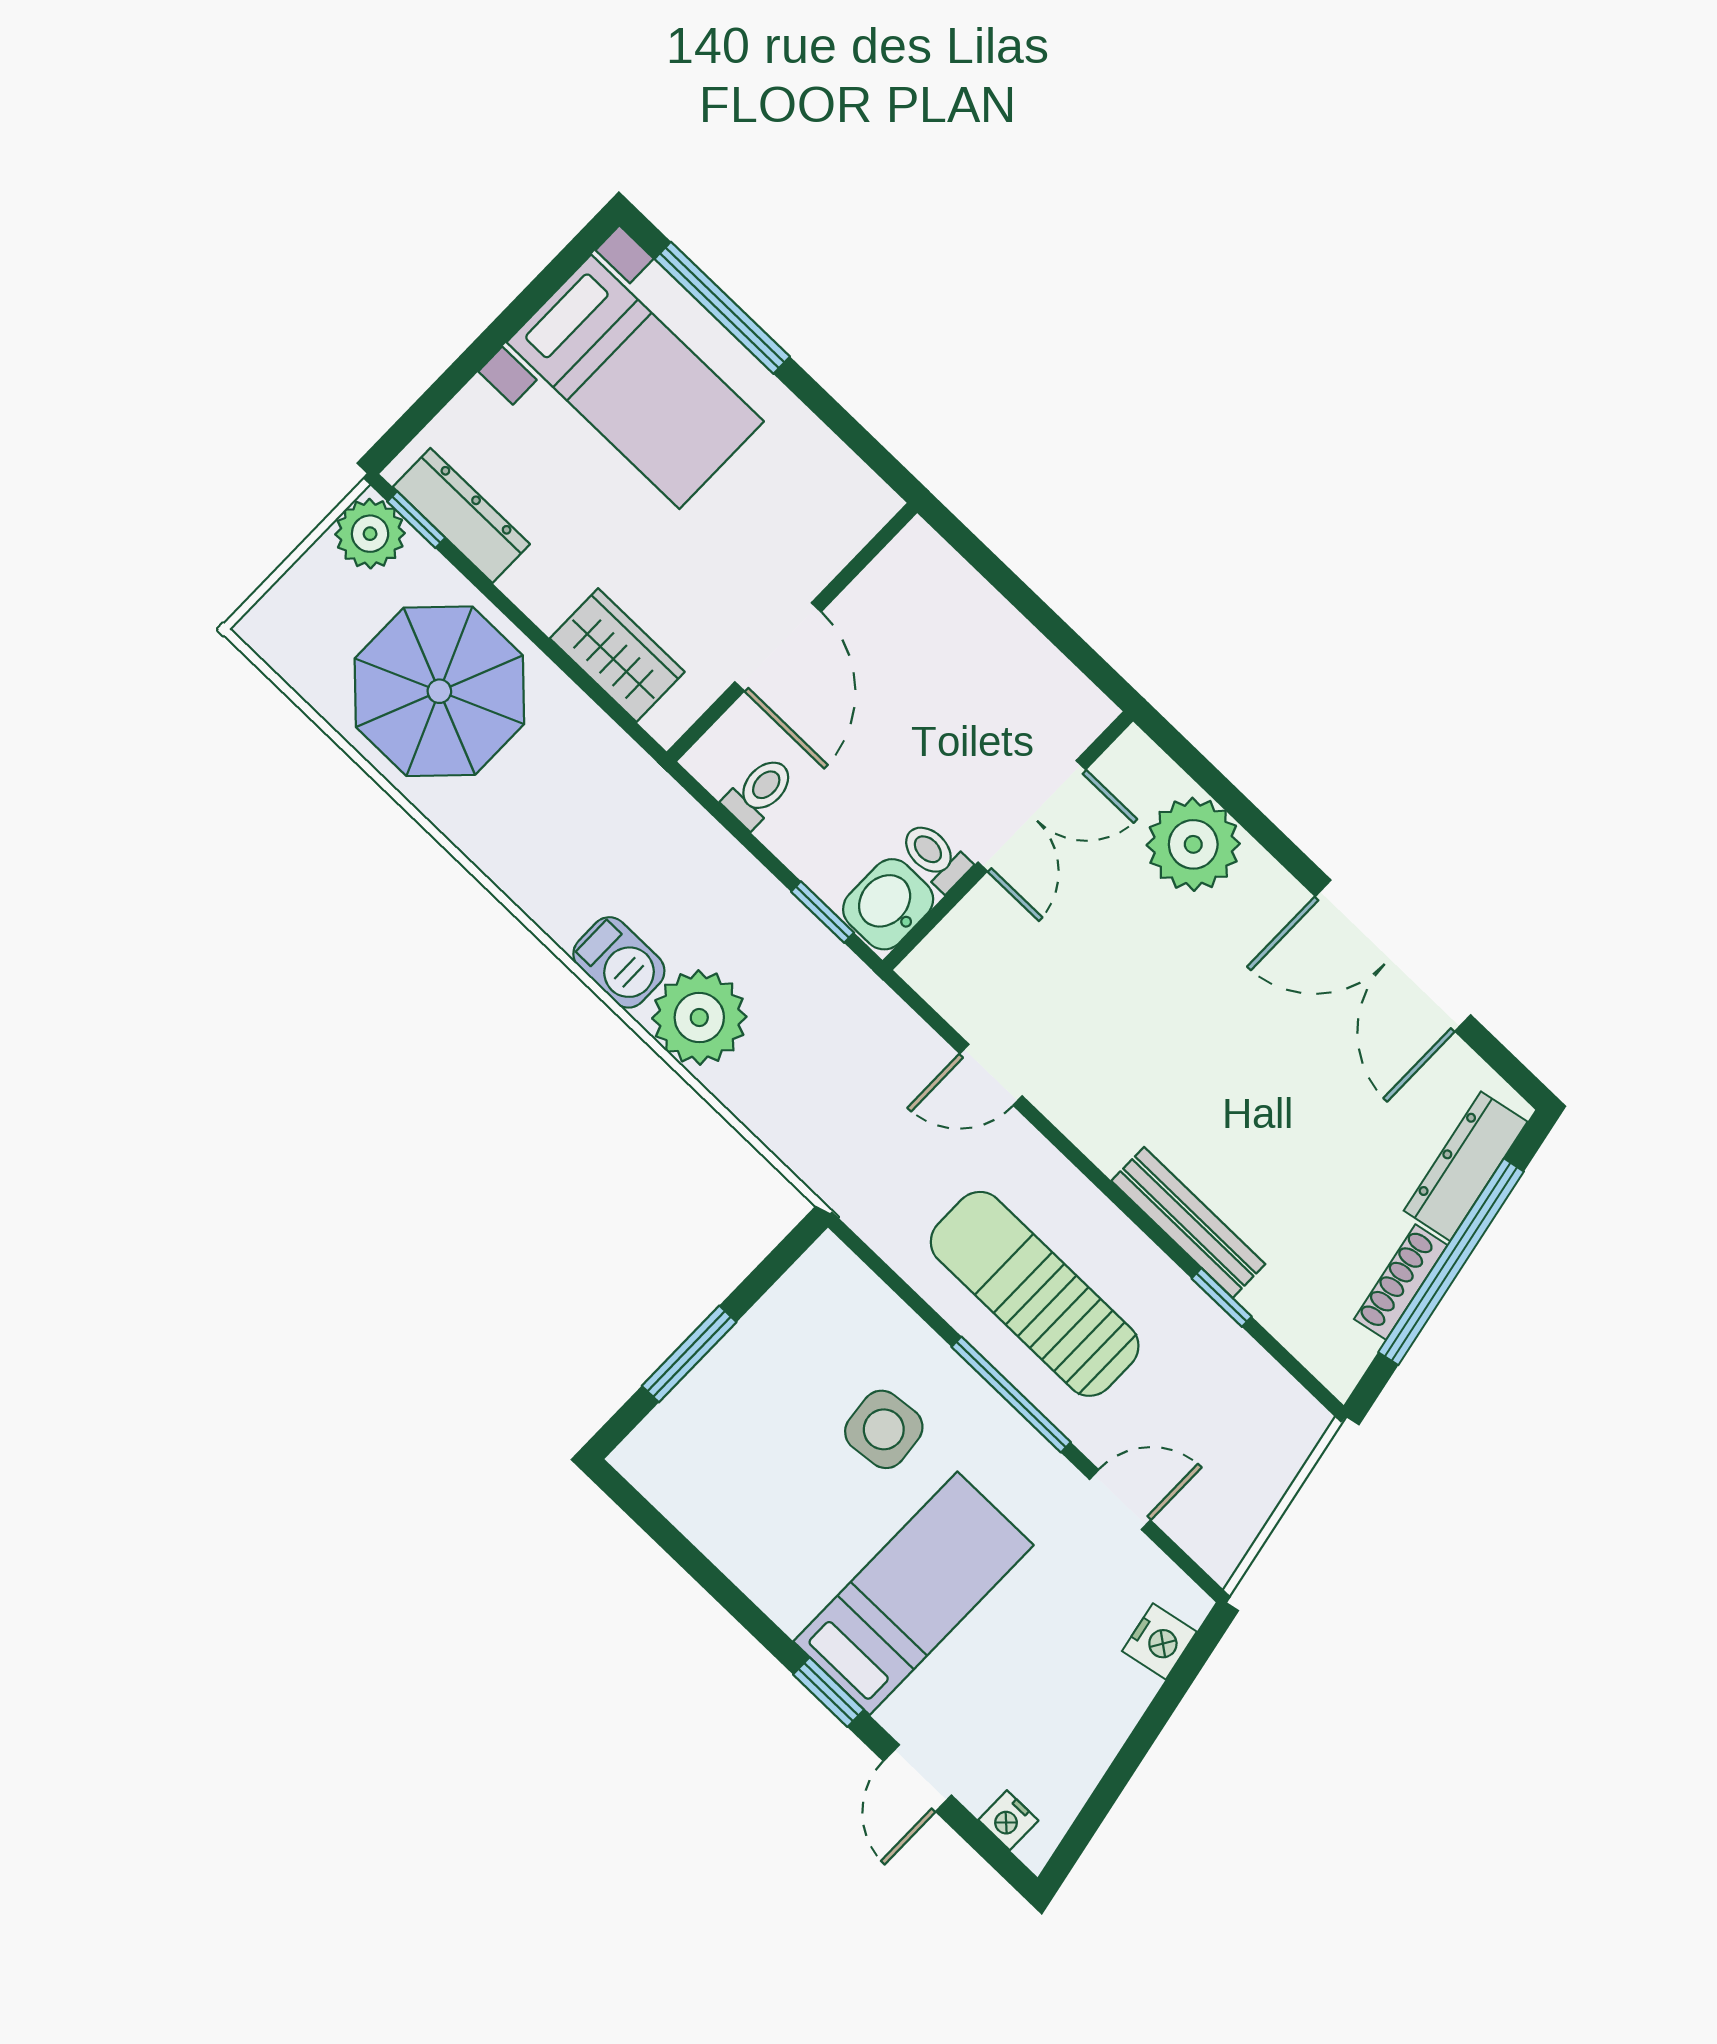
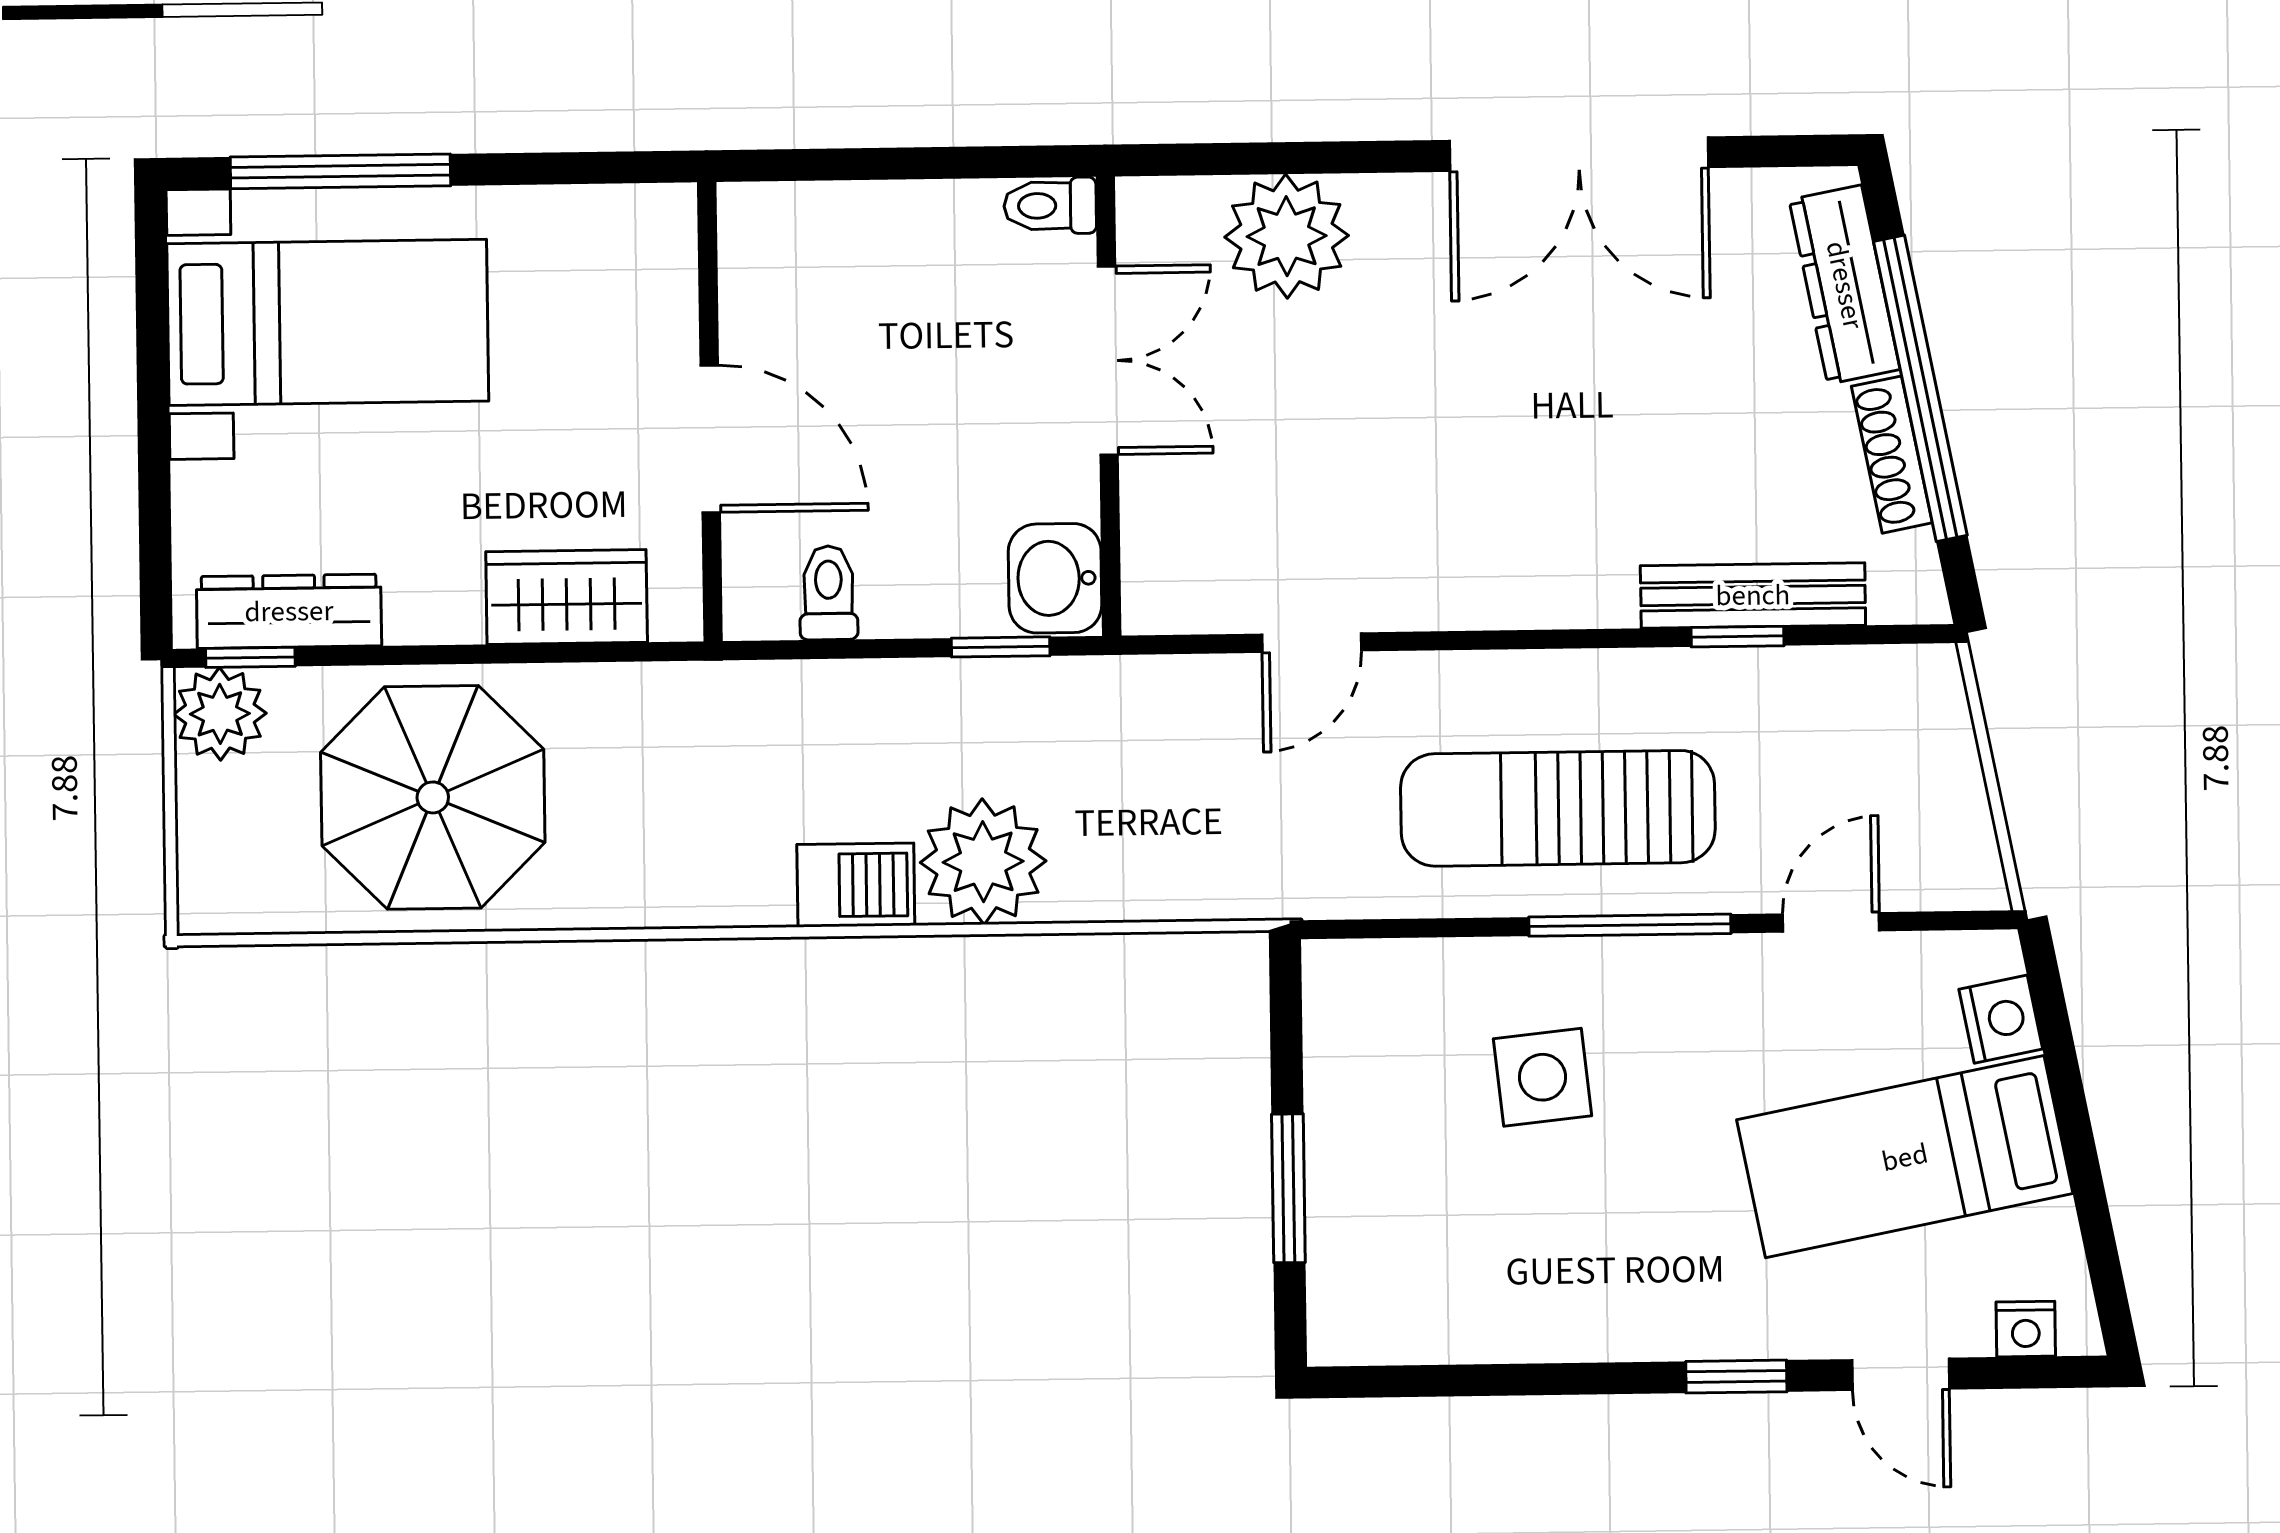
toilet: (935, 856) -> (1050, 206), moved
bench: (1188, 1222) -> (1753, 595), moved
bed: (913, 1593) -> (1905, 1157), moved, turned -101

